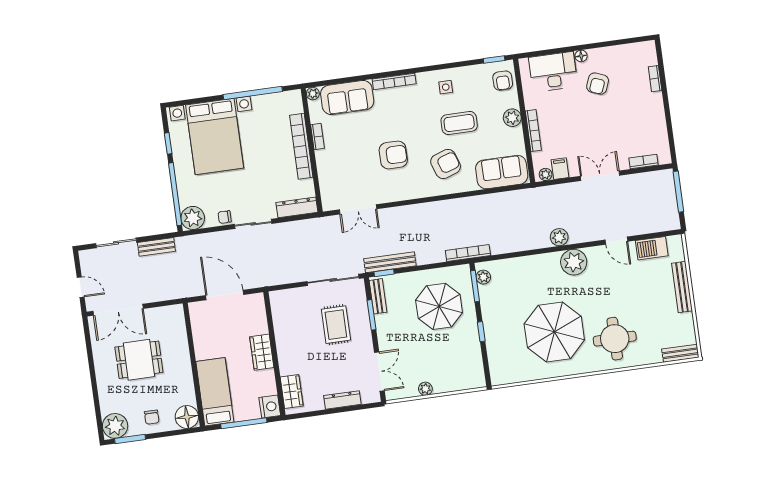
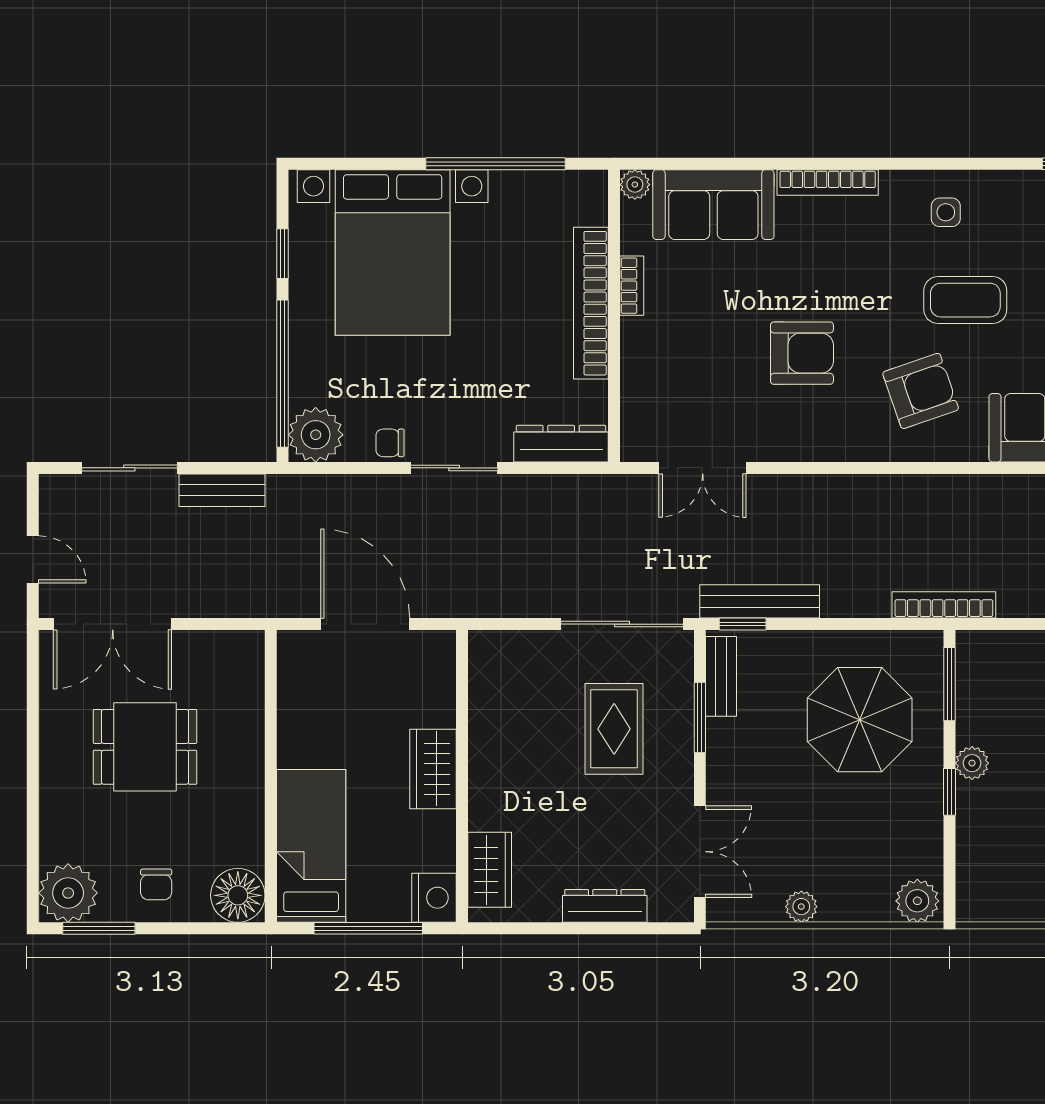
plant: (483, 277) -> (972, 763), moved
plant: (474, 379) -> (917, 901), added

